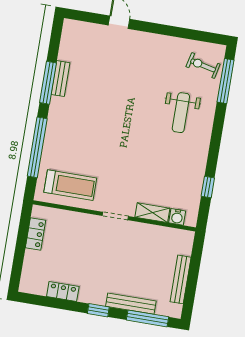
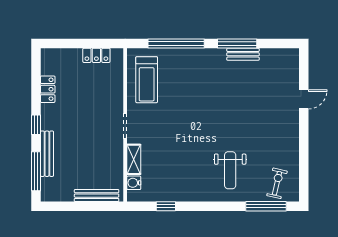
weight bench: (181, 113) -> (230, 170), turned -90
bench: (181, 279) -> (97, 196), moved

